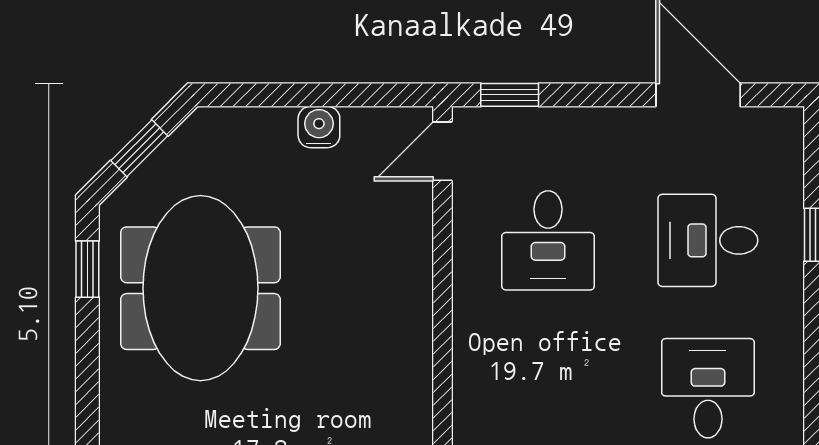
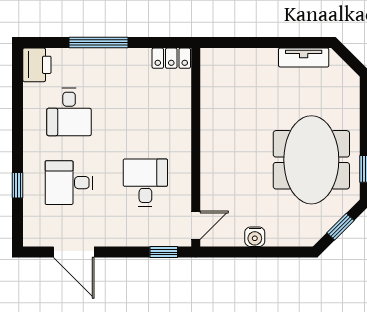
desk: (708, 240) -> (69, 183), turned 180

